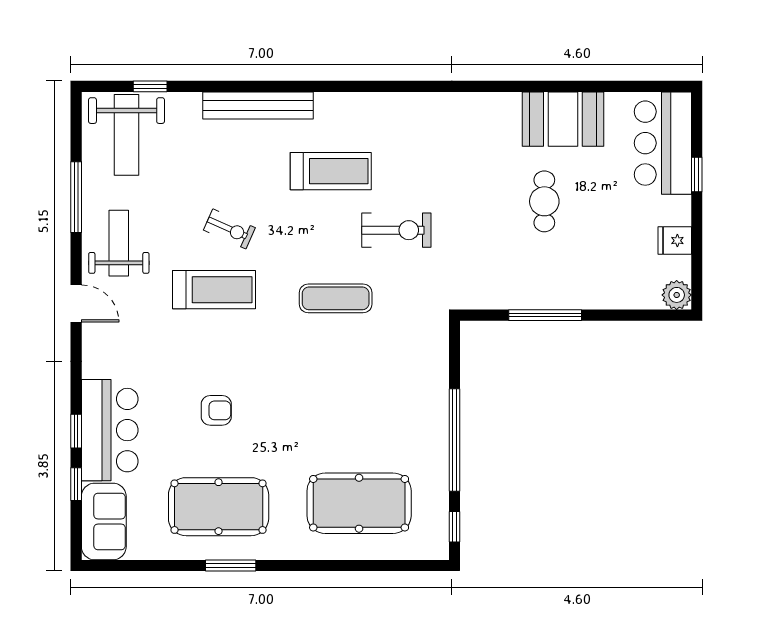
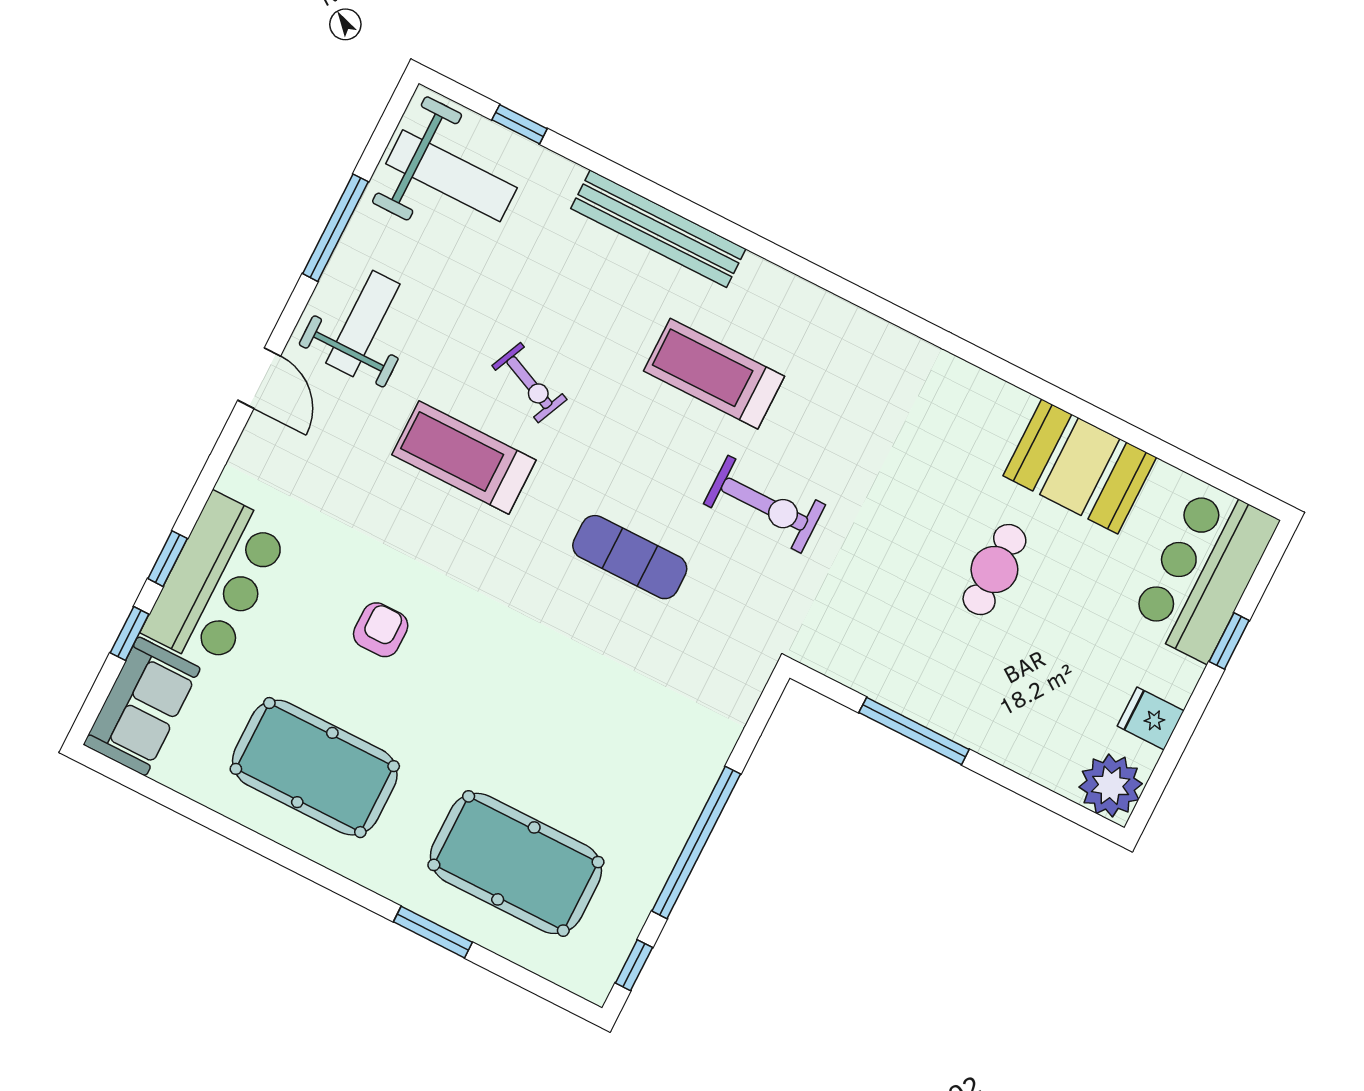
weight bench: (127, 135) -> (451, 176), turned -90
treadmill: (331, 171) -> (714, 374), turned 180
treadmill: (214, 290) -> (464, 457), turned 180
plant: (677, 295) -> (1111, 785), width x1.36, depth x1.36
armchair: (216, 410) -> (381, 630), turned -90
window: (231, 566) -> (433, 932), moved

